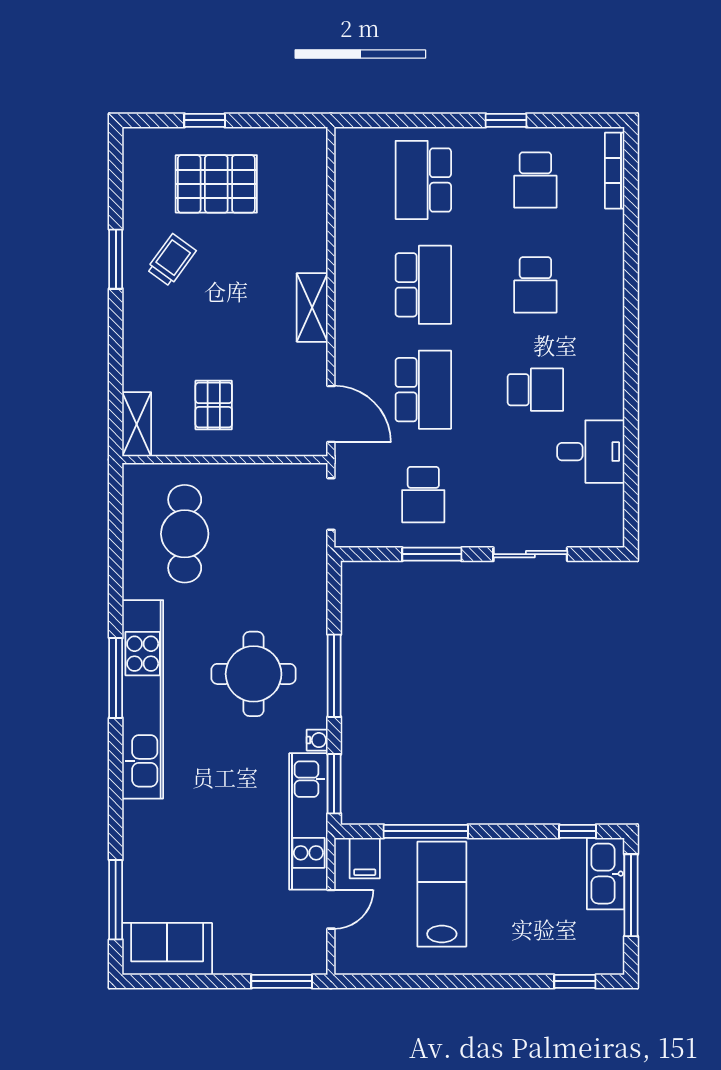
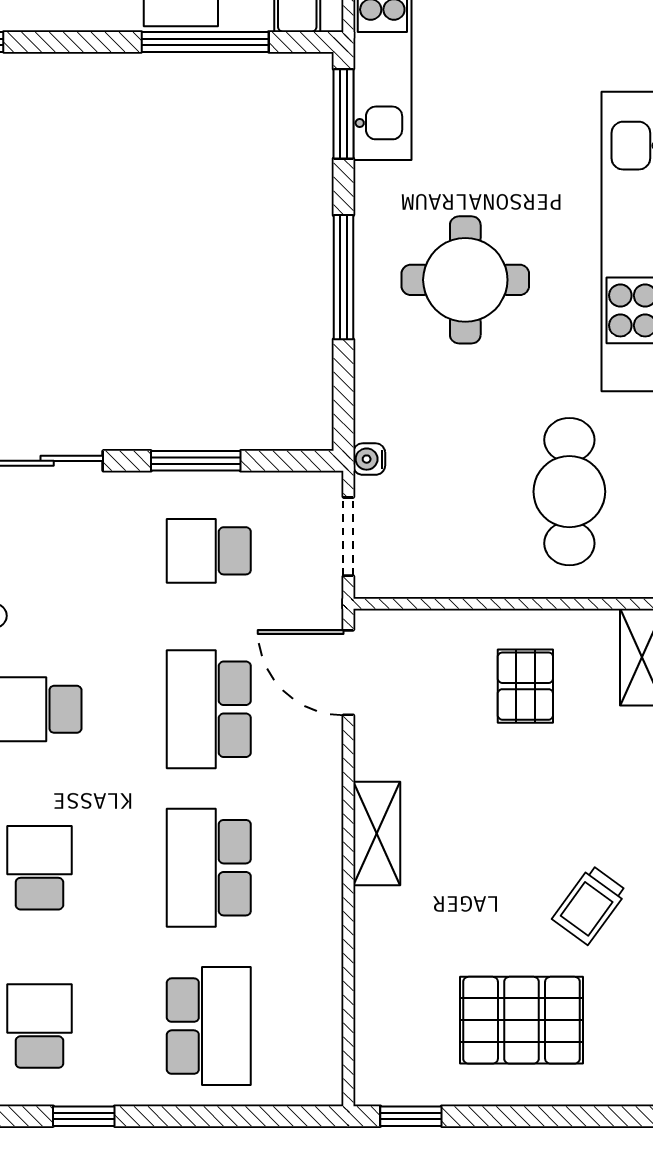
window: (205, 120) -> (411, 1116), moved
school desk: (423, 495) -> (209, 551), turned -90
water cooler: (317, 740) -> (369, 459), moved

